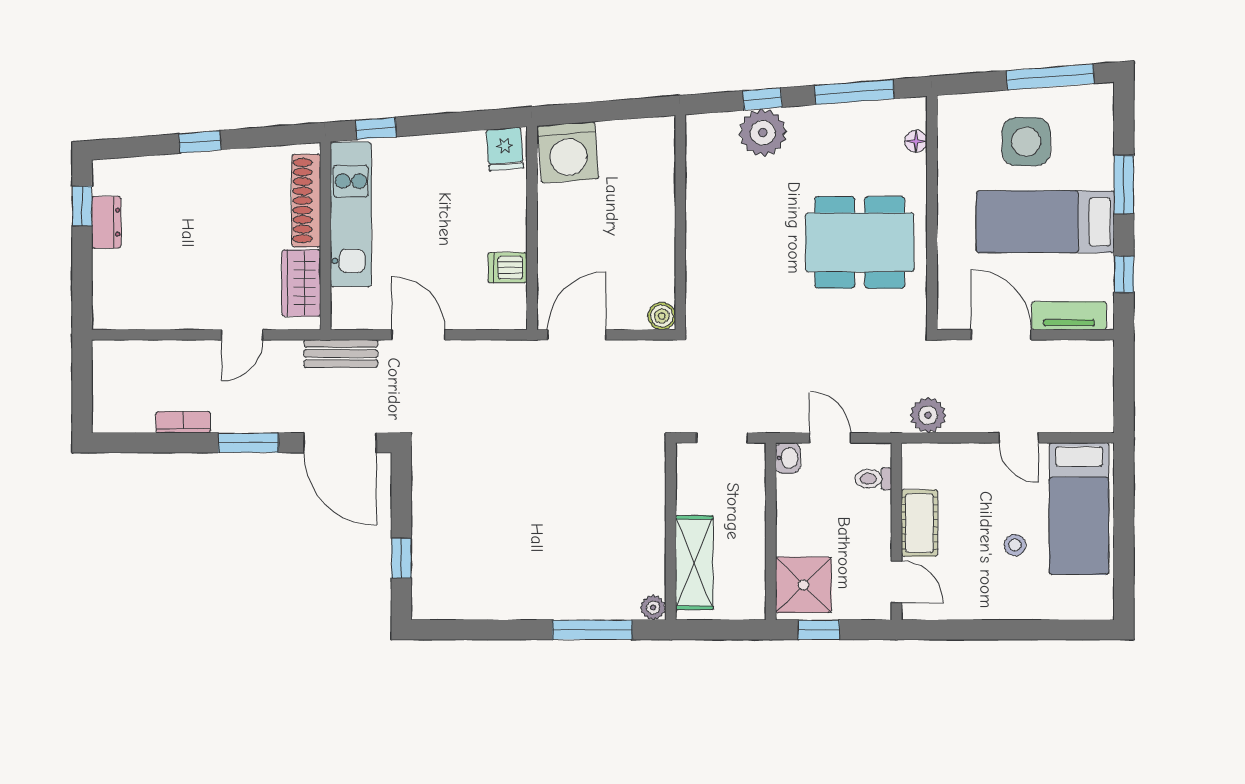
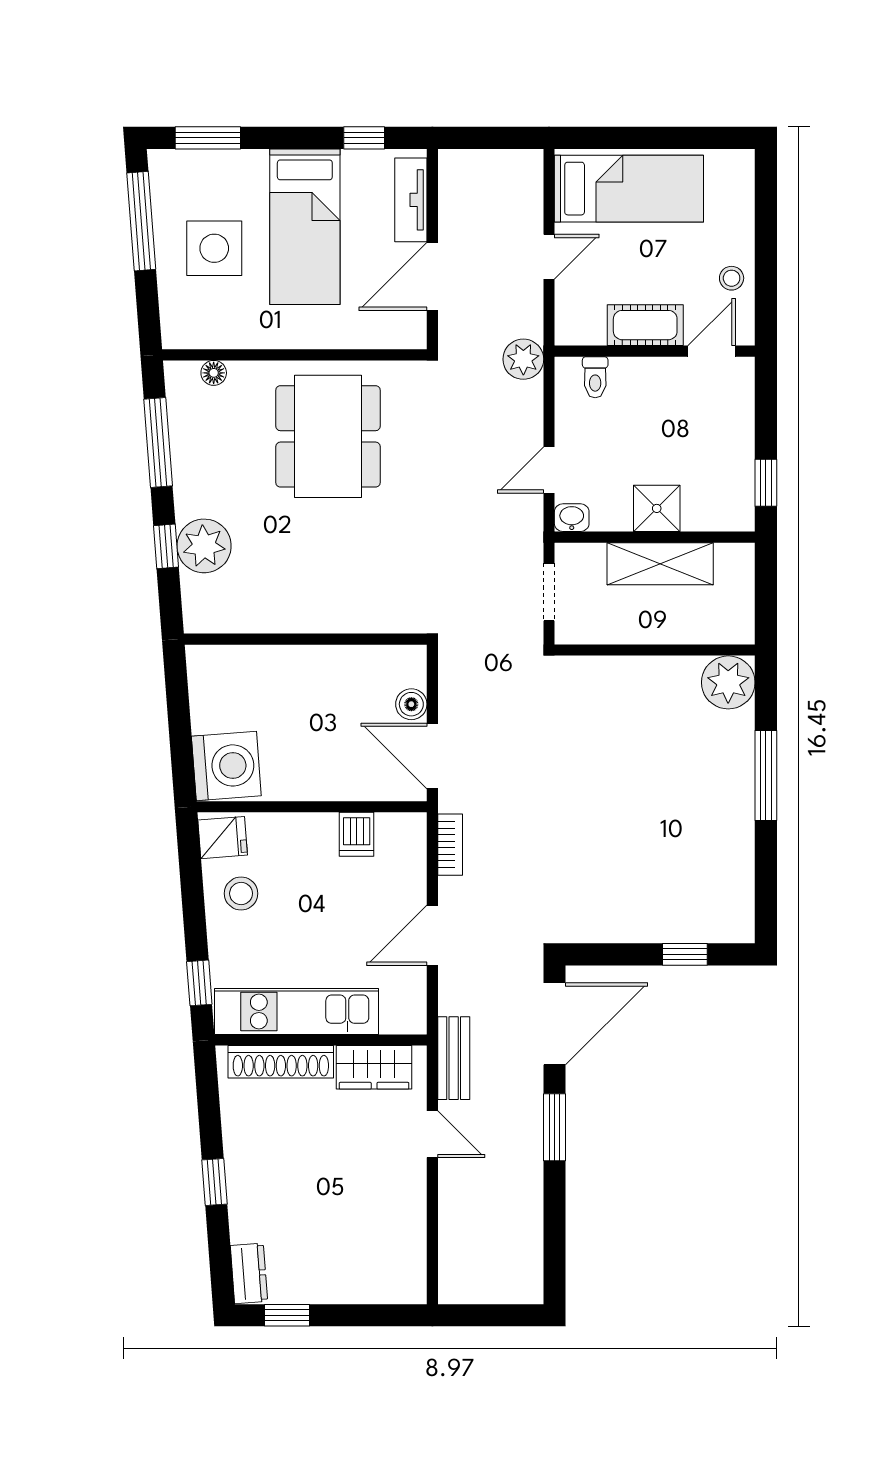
stool: (455, 165) -> (241, 893), added
window: (1124, 184) -> (208, 138), moved
dresser: (106, 222) -> (249, 1273), moved, turned 86
boiler: (662, 316) -> (411, 704), moved
bench: (341, 354) -> (454, 1058), moved
bookcase: (183, 422) -> (450, 845), moved, turned 180
toilet: (873, 479) -> (595, 377), moved
cot: (920, 523) -> (645, 325), moved
wall: (896, 531) -> (655, 351), moved
stool: (1015, 545) -> (732, 278), moved
shelving: (694, 563) -> (660, 564), moved
door: (896, 582) -> (712, 351), moved
shower: (803, 585) -> (657, 508), moved, width x0.73, depth x0.73
plant: (653, 608) -> (728, 682), width x1.88, depth x1.88
window: (592, 630) -> (766, 776), moved

